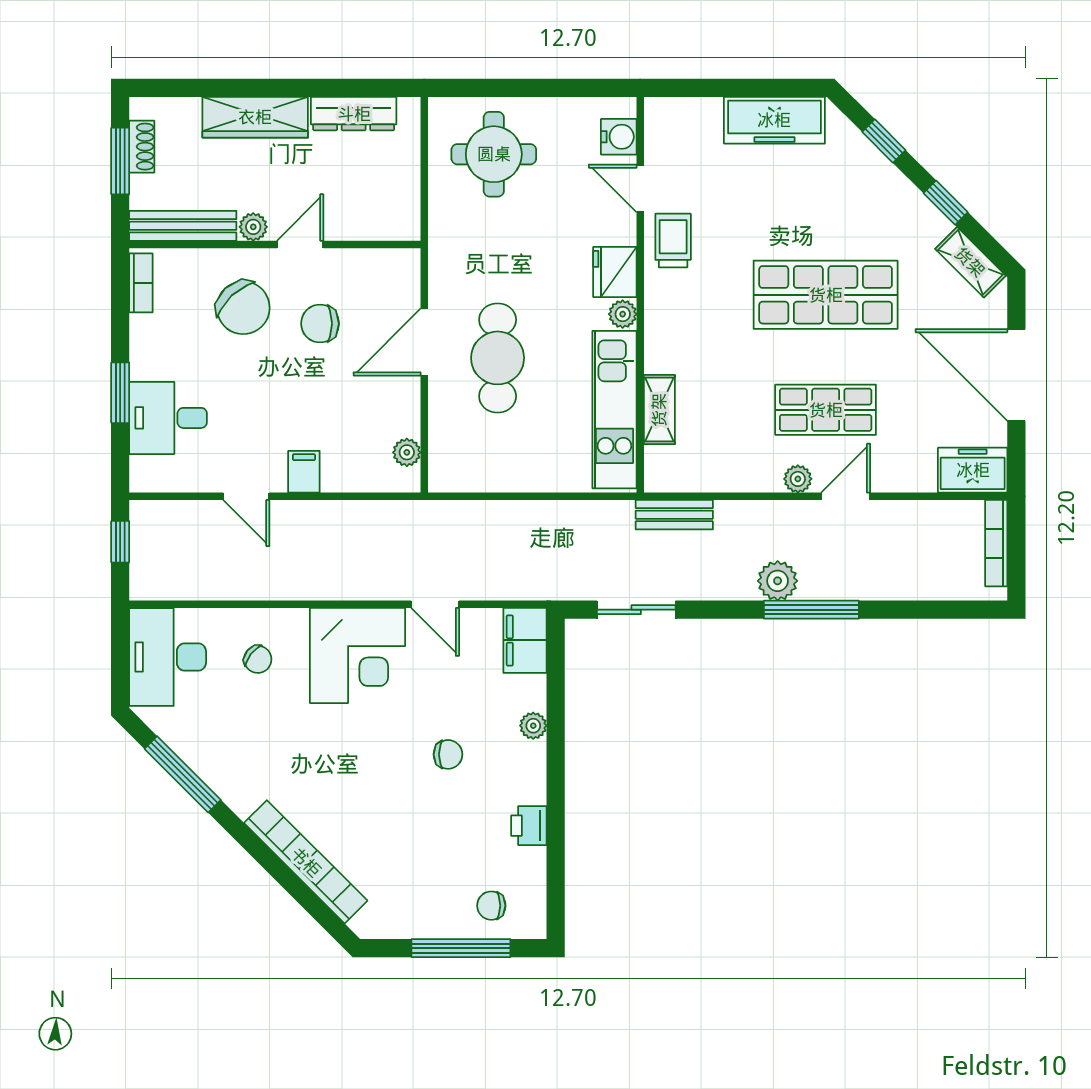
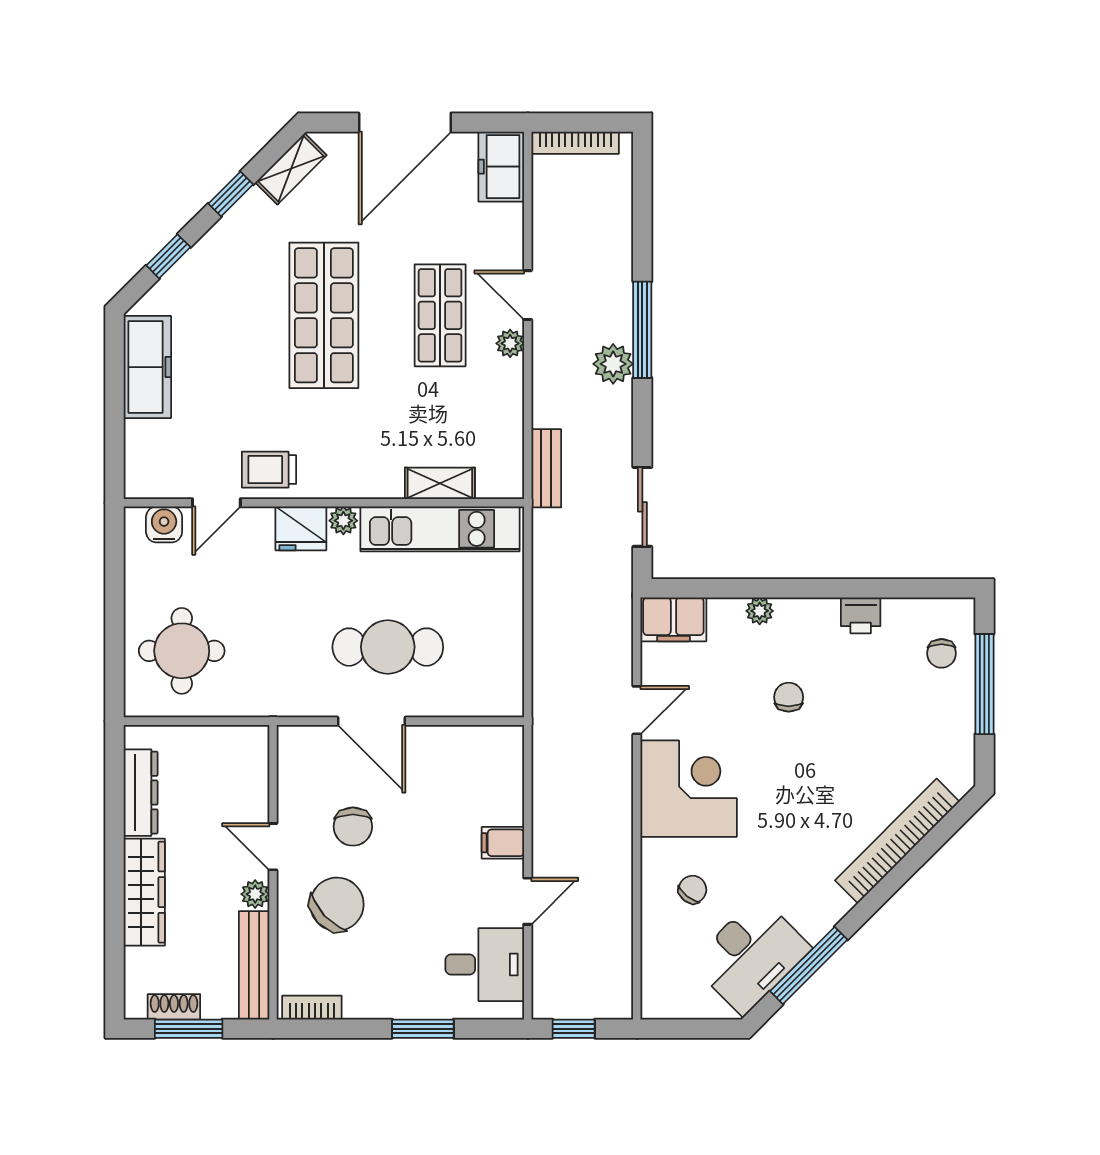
desk: (168, 418) -> (485, 965), moved, turned -90
plant: (407, 452) -> (483, 739), removed
desk: (168, 657) -> (751, 956), moved, turned -45

